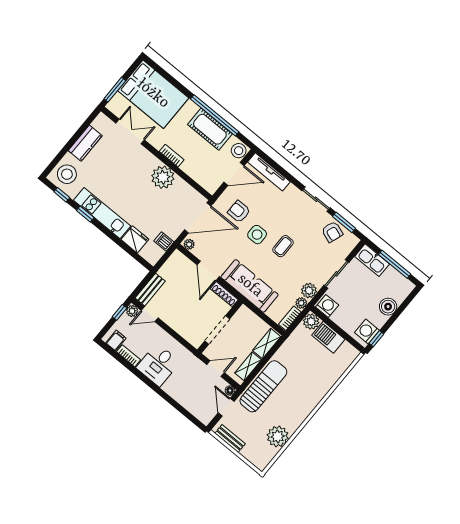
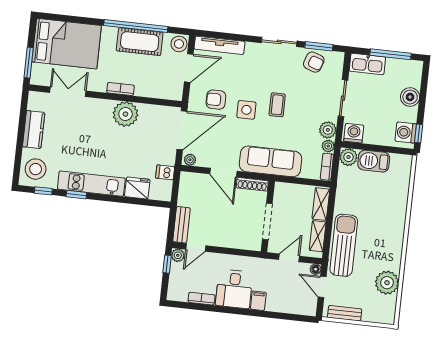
filing cabinet: (116, 341) -> (258, 301), moved

